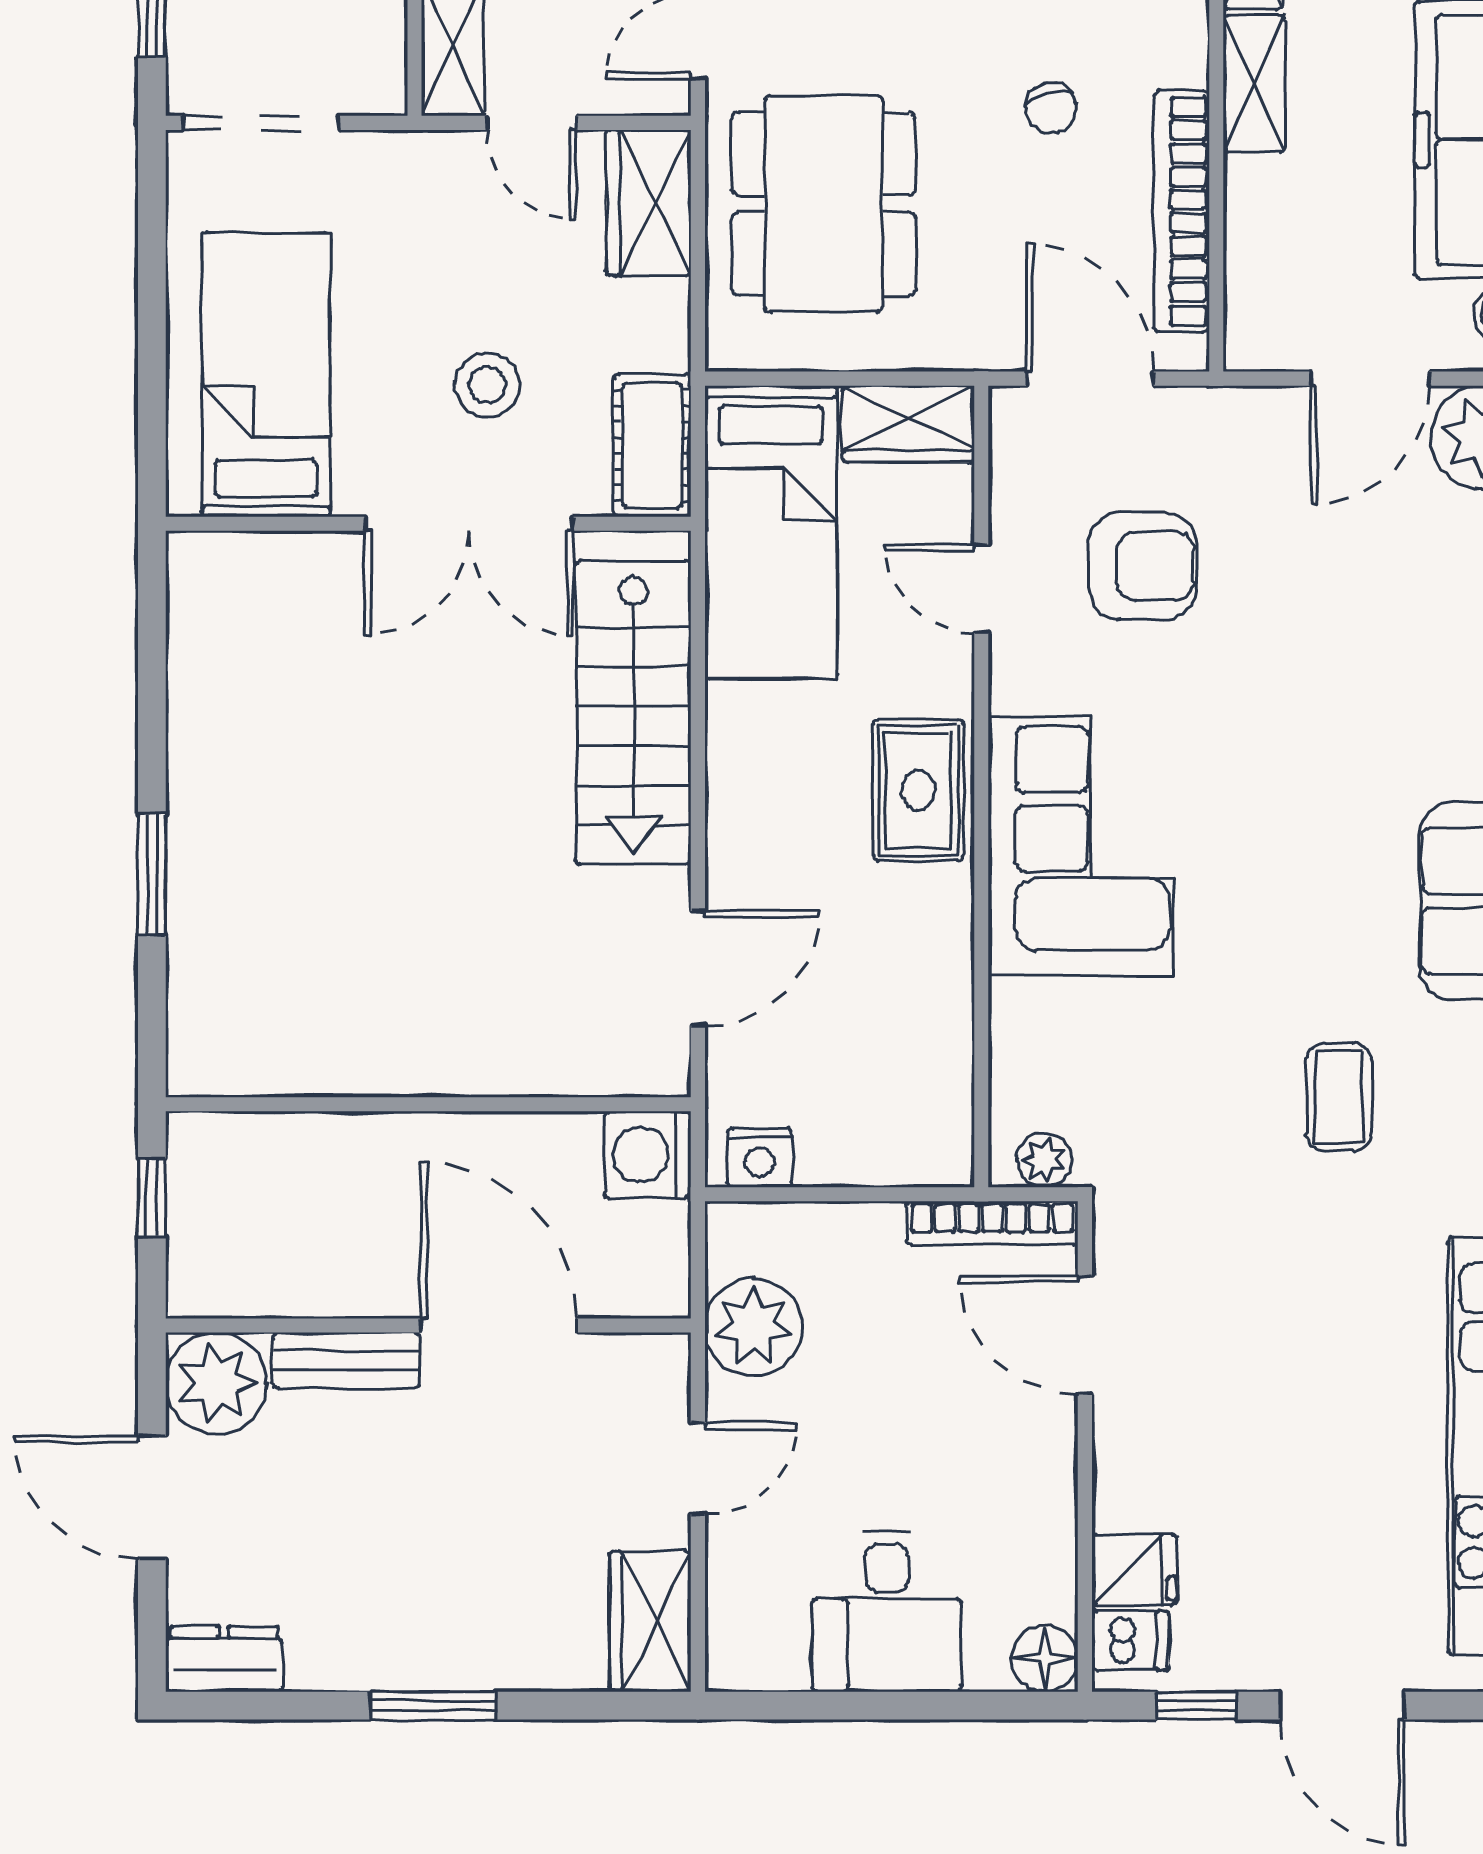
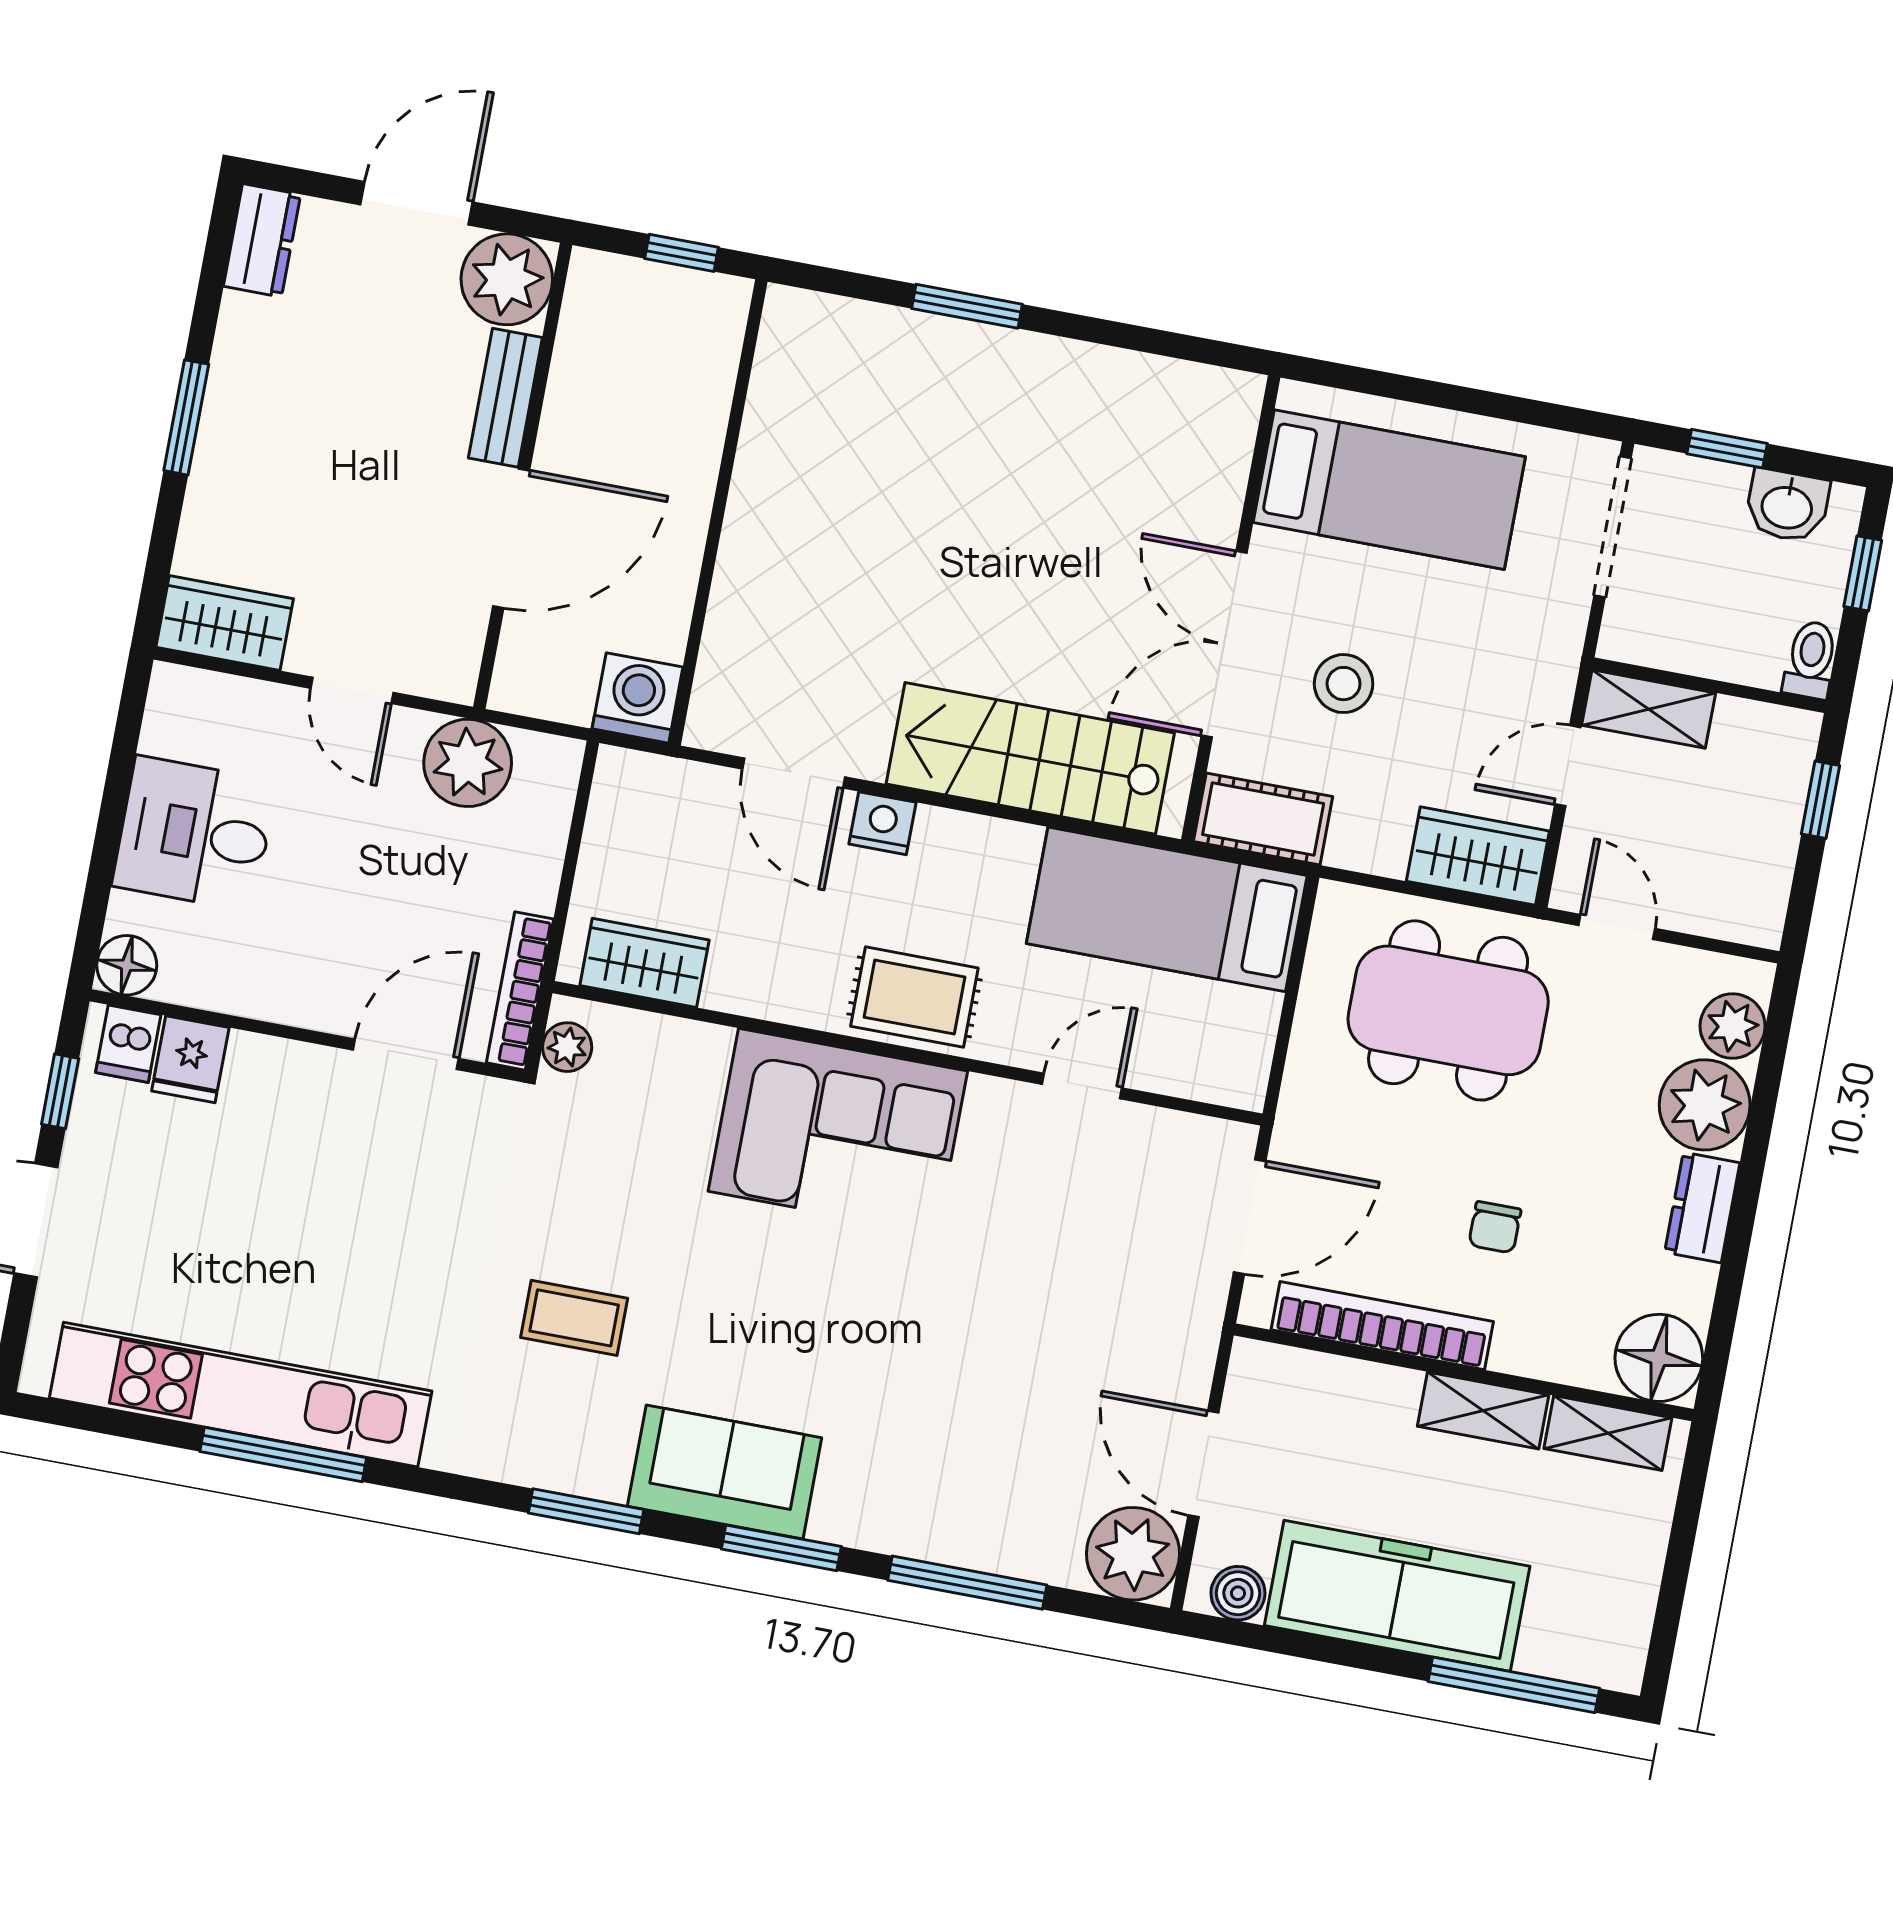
chair: (1051, 108) -> (1495, 1227), turned -76
wardrobe: (908, 424) -> (644, 963), moved, turned 90
armchair: (1142, 566) -> (1075, 1232), removed
nightstand: (760, 1157) -> (883, 823), moved, turned 90

